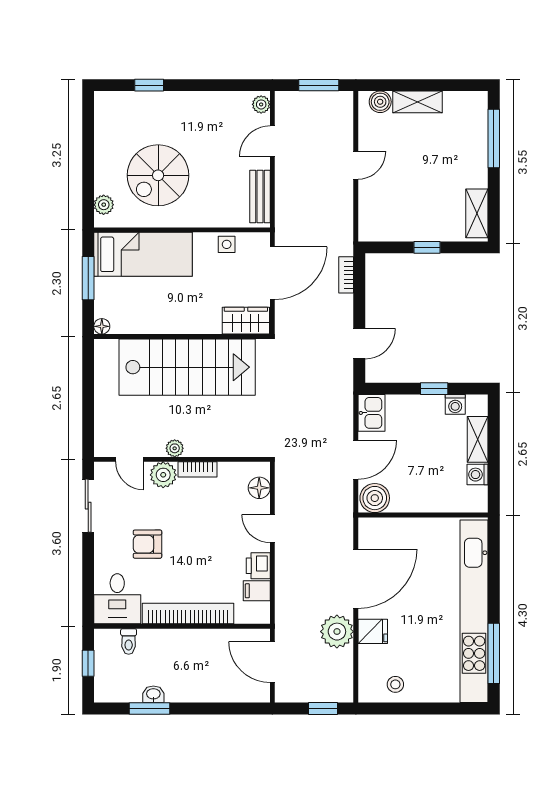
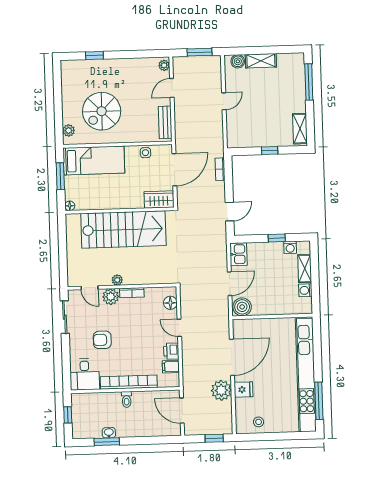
toilet: (129, 641) -> (127, 399), moved

